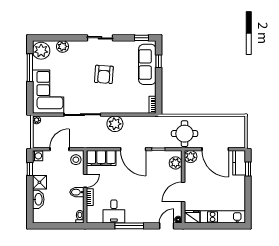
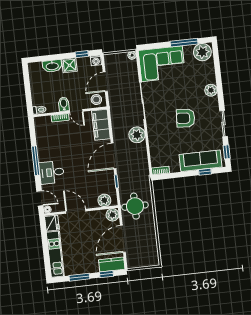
sliding door: (100, 38) -> (224, 123), moved
plant: (63, 46) -> (211, 90), moved
door: (59, 149) -> (105, 82), swing flipped
window: (248, 196) -> (79, 277), added
desk: (114, 211) -> (52, 172), moved

